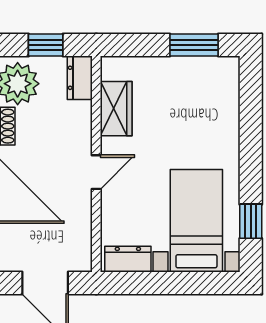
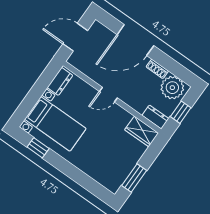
wardrobe: (116, 109) -> (142, 131), moved
door: (96, 172) -> (108, 95), hinge flipped

